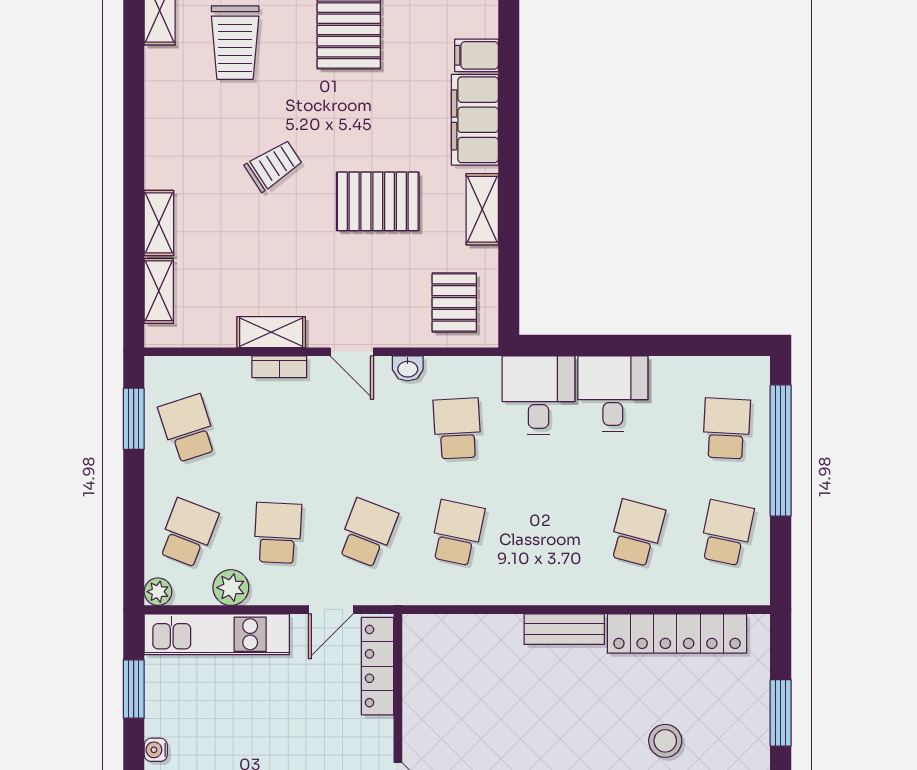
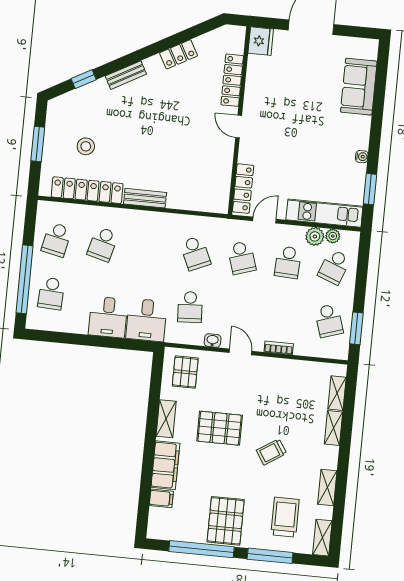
shelving: (271, 332) -> (327, 488), moved, turned 90
school desk: (367, 533) -> (242, 258), turned -39
school desk: (457, 533) -> (195, 253), turned -36
plant: (158, 592) -> (333, 236), moved
stool: (665, 741) -> (86, 146), moved

